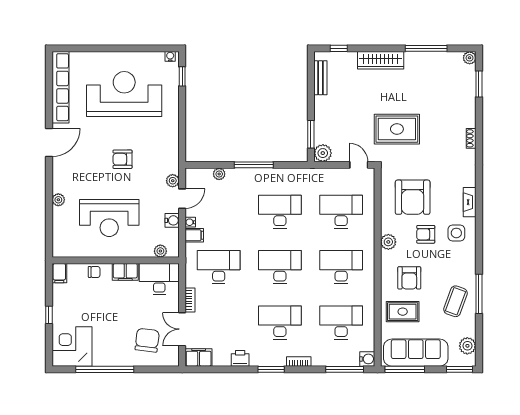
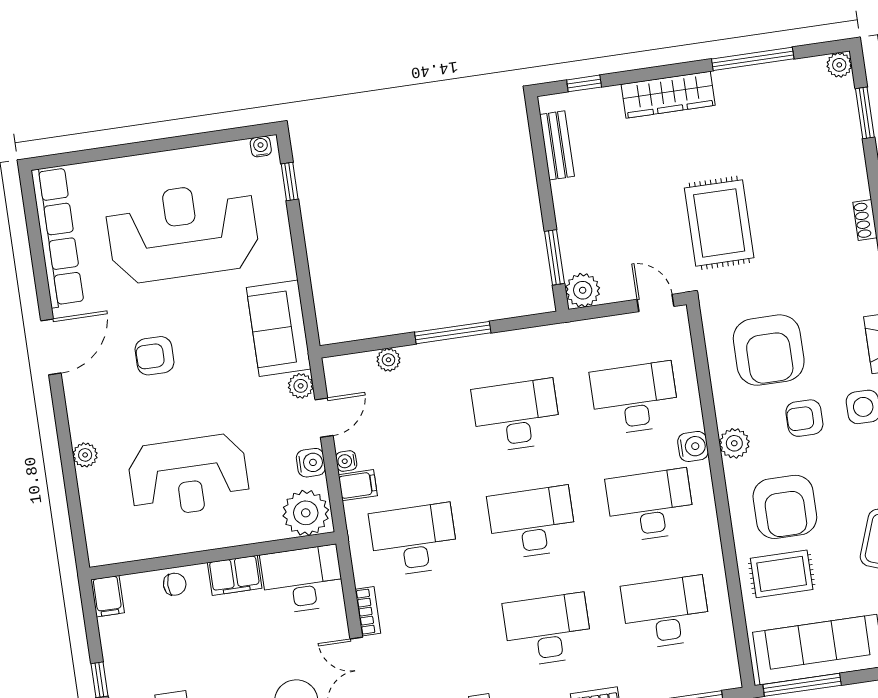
rug: (397, 129) -> (719, 223), turned 90
sofa: (166, 150) -> (279, 328), added
armchair: (122, 159) -> (154, 356), moved
plant: (160, 251) -> (306, 513), width x1.87, depth x1.87
armchair: (409, 278) -> (785, 507), width x1.36, depth x1.36
water cooler: (367, 359) -> (693, 446), moved

